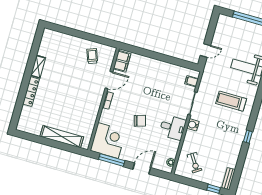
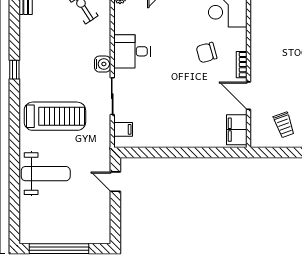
door: (205, 50) -> (115, 182), hinge flipped
door: (109, 80) -> (248, 96), hinge flipped
treadmill: (231, 101) -> (55, 116), width x1.37, depth x1.38
chair: (140, 121) -> (207, 53), moved

